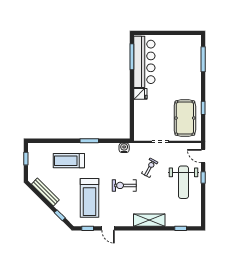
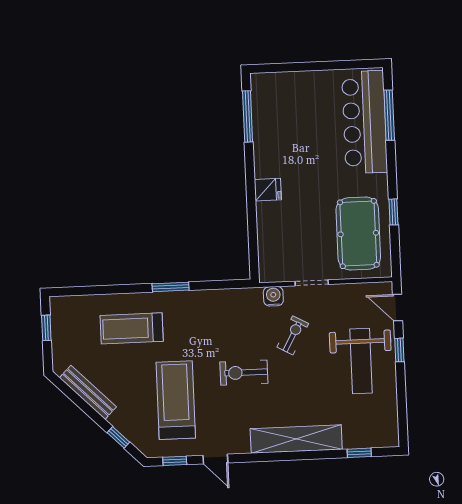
bar counter: (144, 62) -> (365, 122), moved, turned 180
water cooler: (124, 148) -> (273, 296), moved
treadmill: (89, 198) -> (176, 400), turned 180
shelving: (149, 220) -> (296, 439), width x1.47

